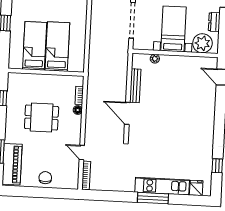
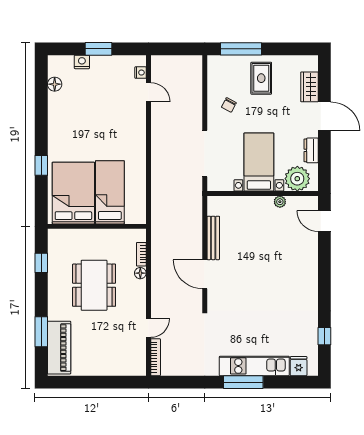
bed: (35, 46) -> (73, 193), width x1.50
plant: (155, 59) -> (280, 202), moved
dining table: (42, 118) -> (94, 285), width x1.38
door: (82, 153) -> (148, 328), swing flipped
chair: (45, 178) -> (103, 363), removed

